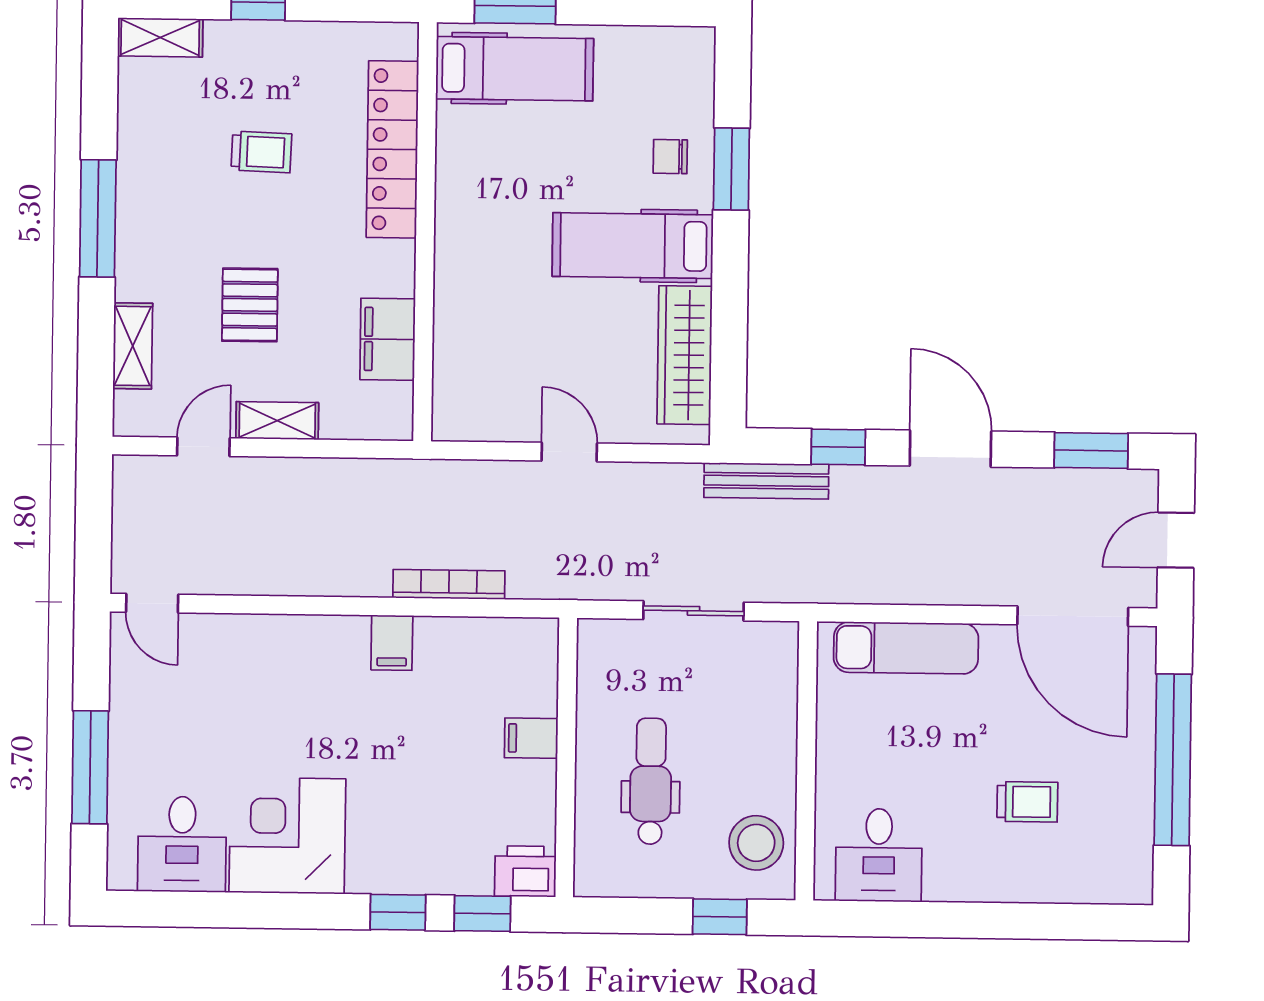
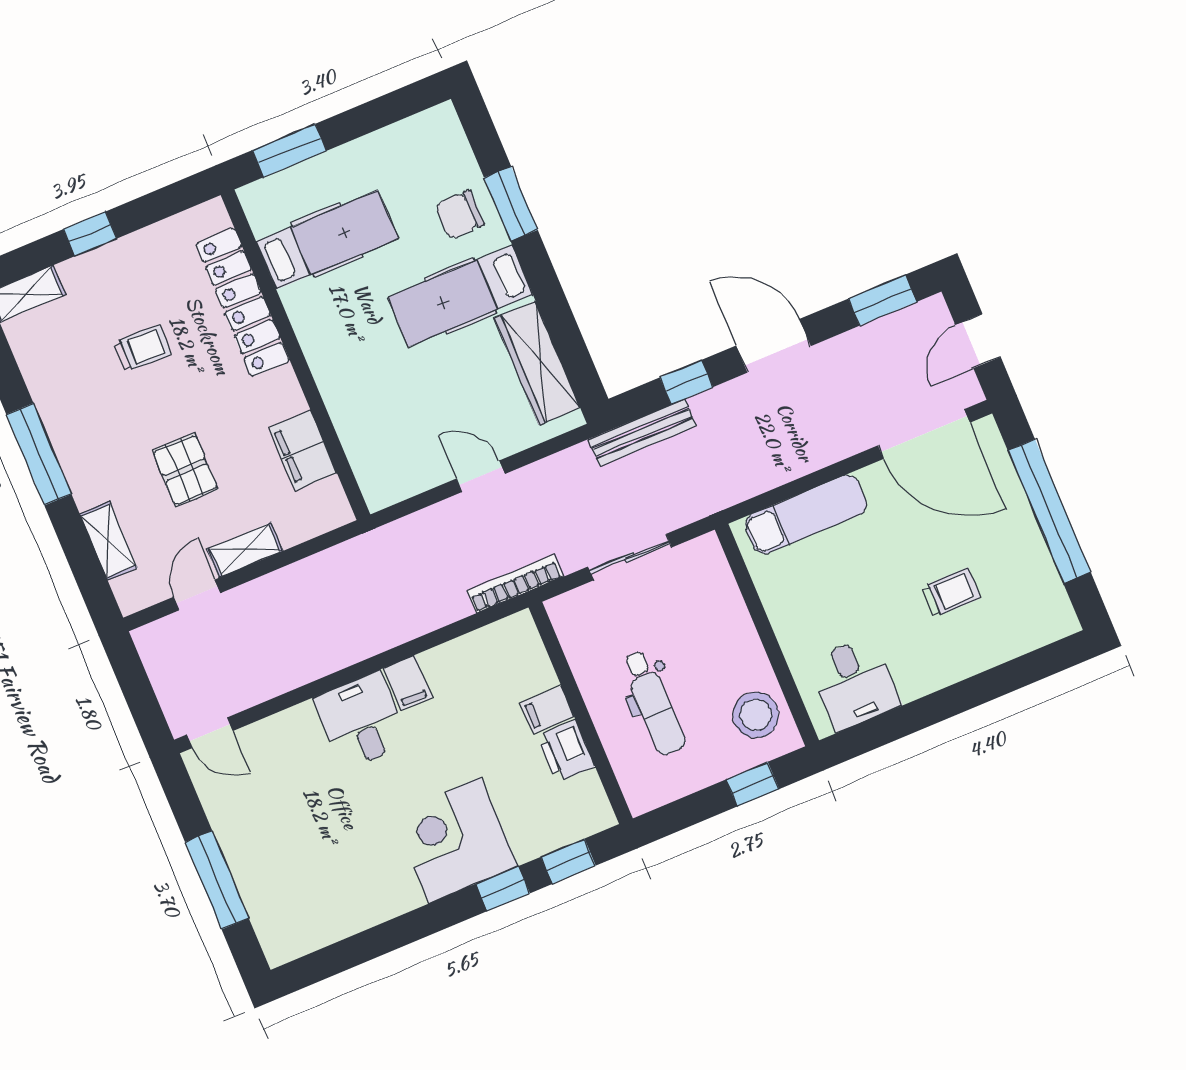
hospital bed: (515, 69) -> (327, 240), moved
chair: (670, 157) -> (460, 215), width x1.37, depth x1.37
bookcase: (449, 584) -> (515, 584), moved
dental chair: (651, 781) -> (654, 703), turned 180
corner desk: (287, 836) -> (455, 840), moved
desk: (182, 844) -> (362, 721), moved, turned 180
printer: (525, 871) -> (566, 751), moved, turned -90

